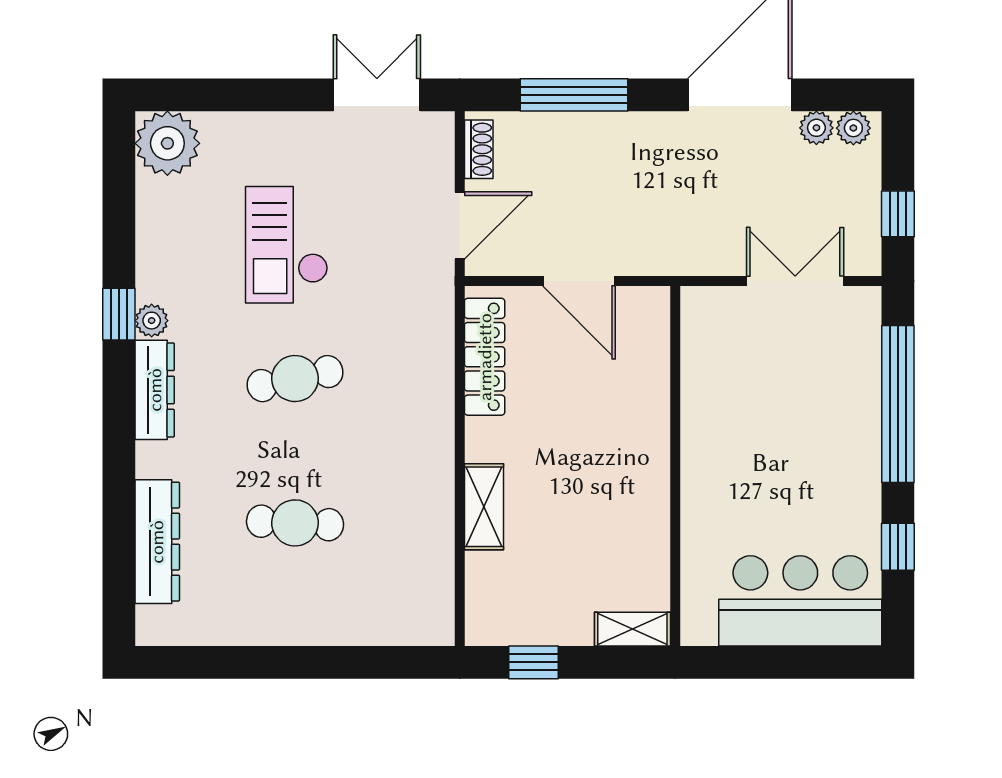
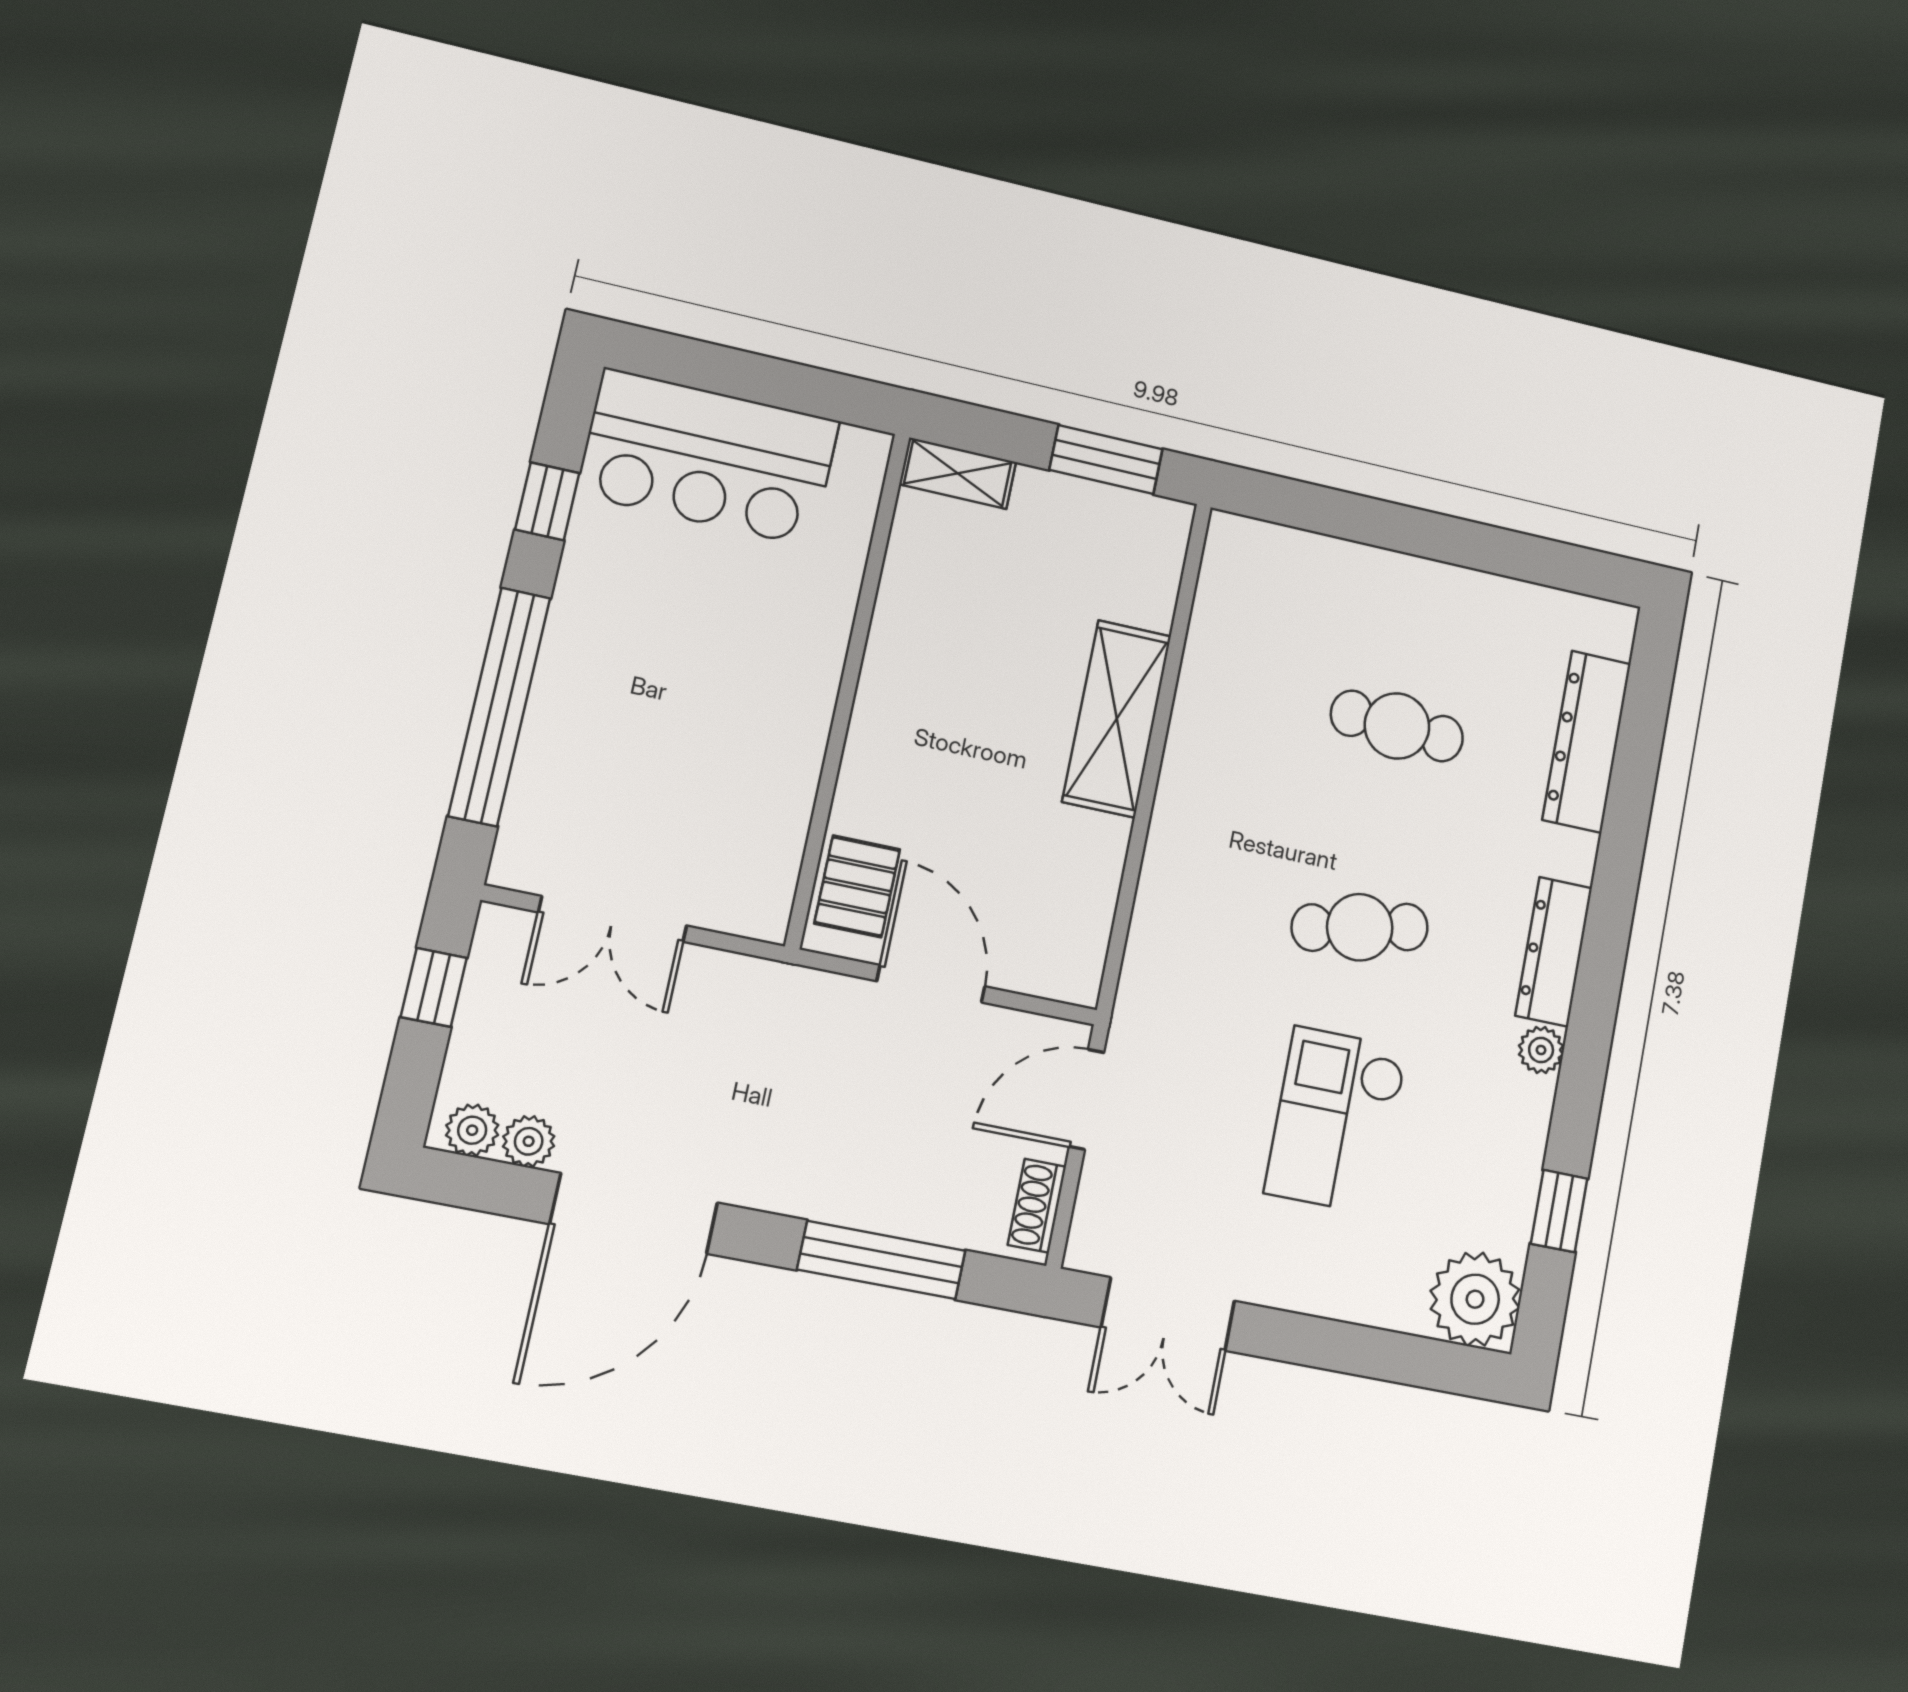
checkout: (287, 245) -> (1336, 1120), turned 180
window: (119, 314) -> (1559, 1211), moved
pallet: (641, 335) -> (857, 886), added
locker: (485, 357) -> (1089, 902), removed
shelving: (484, 507) -> (1117, 719), width x1.50, depth x1.33
window: (534, 662) -> (1106, 460), width x1.50

